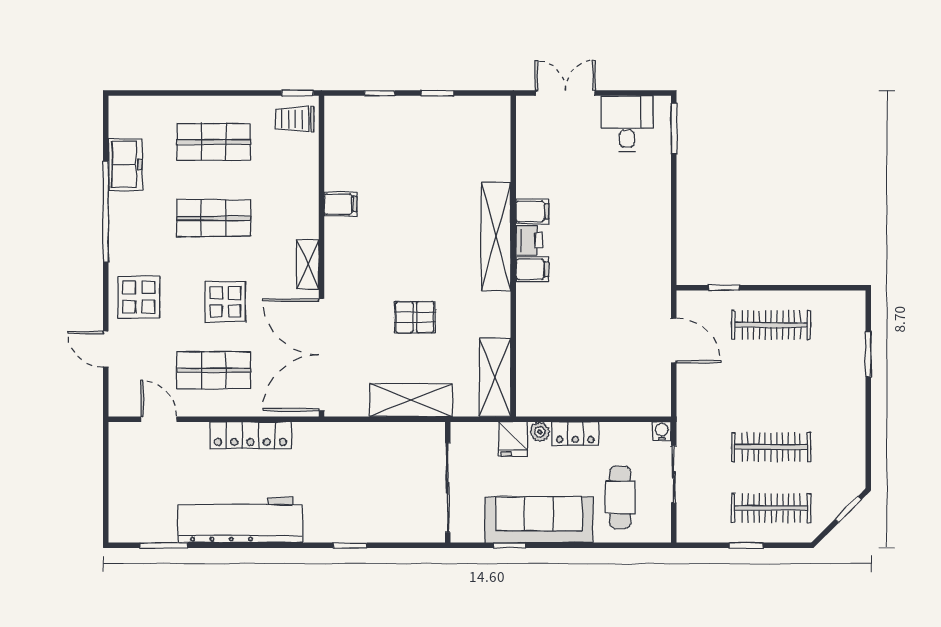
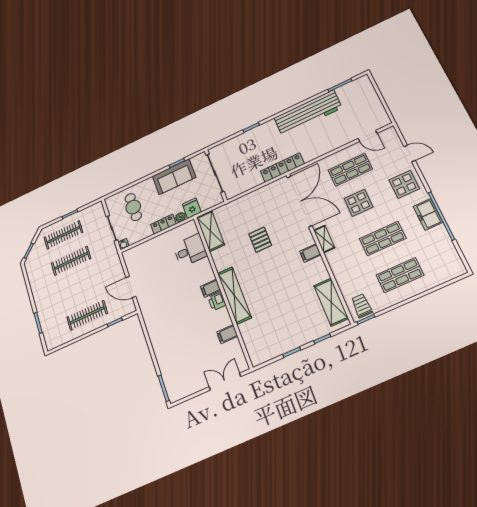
double door: (565, 93) -> (225, 382), swing flipped
trolley: (295, 119) -> (362, 306), turned -90
desk: (627, 124) -> (190, 250), moved, turned -90
freezer: (125, 164) -> (428, 214), moved
filing cabinet: (340, 204) -> (310, 253), moved
filing cabinet: (532, 211) -> (227, 334), moved
pallet: (415, 317) -> (260, 240), turned 90
shelving: (411, 400) -> (331, 302), moved, turned 90
locker: (251, 435) -> (282, 168), moved
sofa: (539, 520) -> (174, 177), width x0.73

